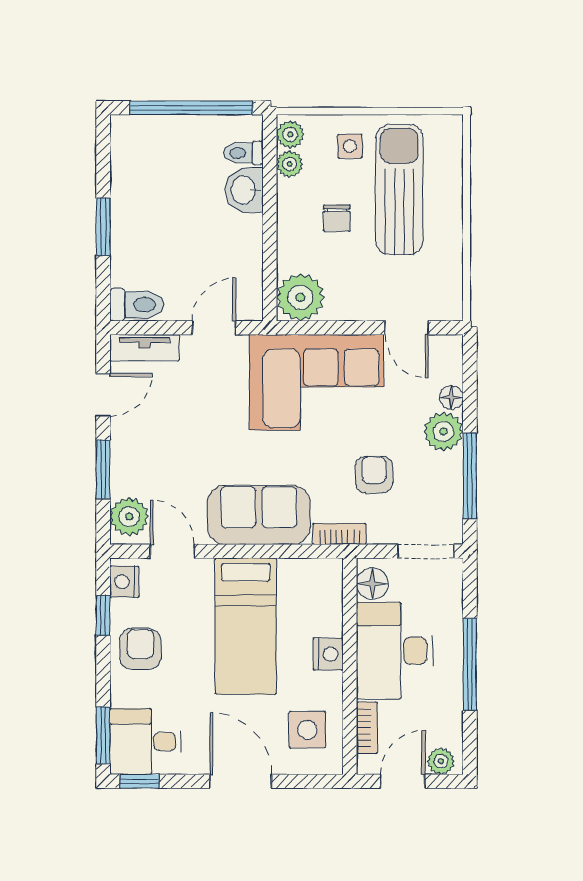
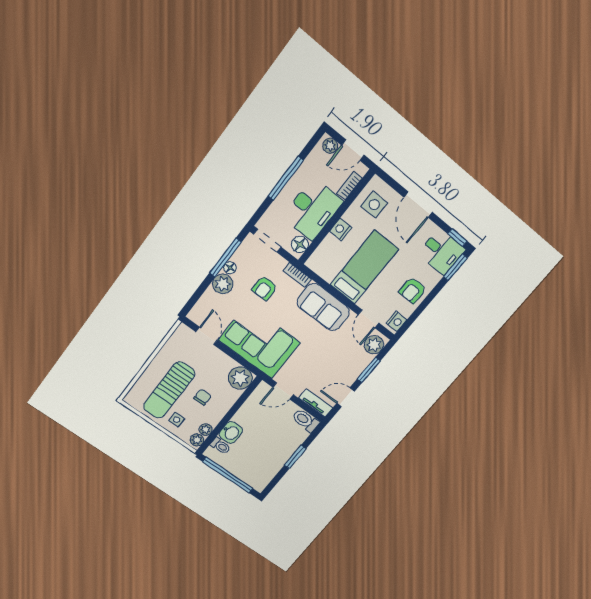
floor lamp: (451, 397) -> (230, 268), moved
window: (103, 615) -> (415, 315), removed

